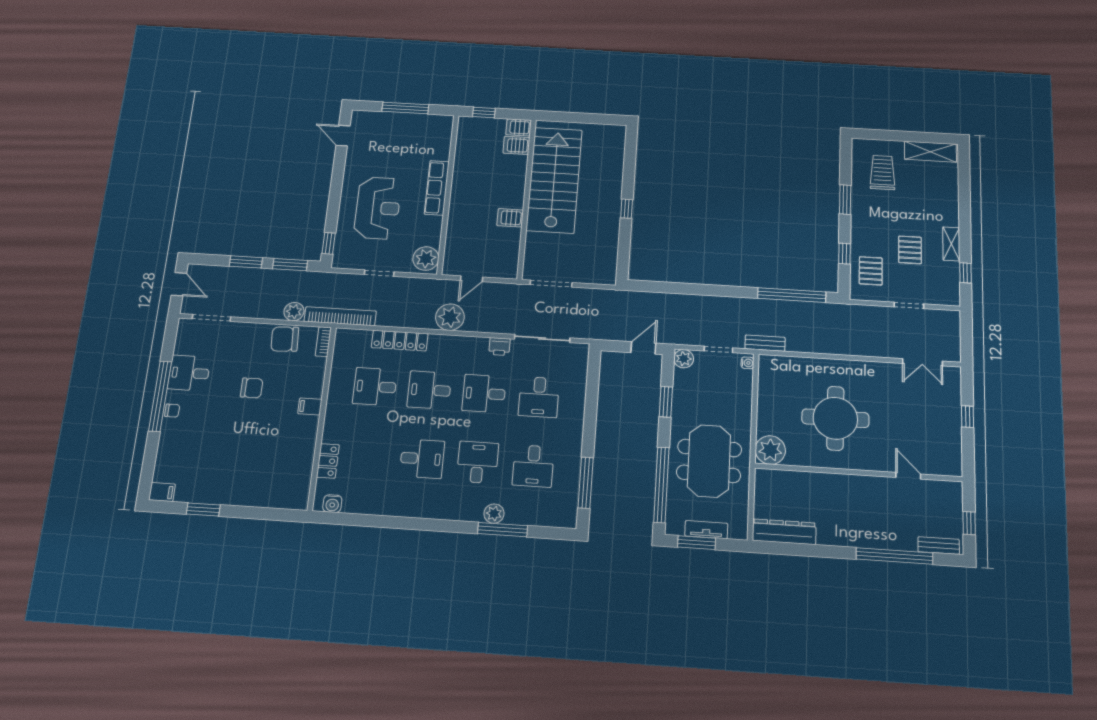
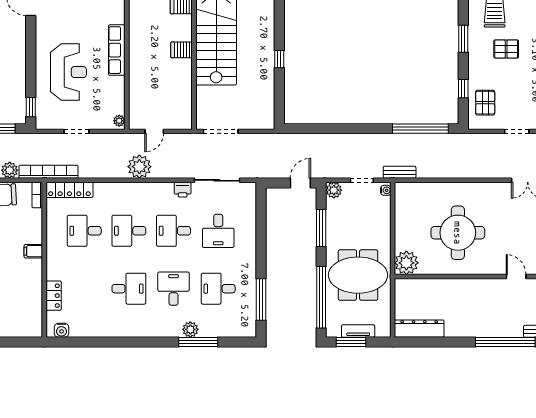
server rack: (510, 218) -> (182, 50), moved
pallet: (910, 250) -> (506, 49), moved, turned 90
plant: (426, 259) -> (119, 121), width x0.53, depth x0.53
locker: (400, 341) -> (69, 190), moved
window: (666, 402) -> (321, 228), width x1.44
meeting table: (709, 461) -> (358, 275), turned 90
desk: (533, 466) -> (218, 289), turned 90

